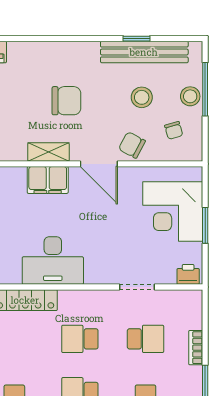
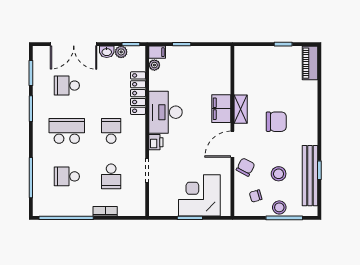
chair: (66, 101) -> (276, 122), turned -90
printer: (188, 274) -> (156, 142), moved

